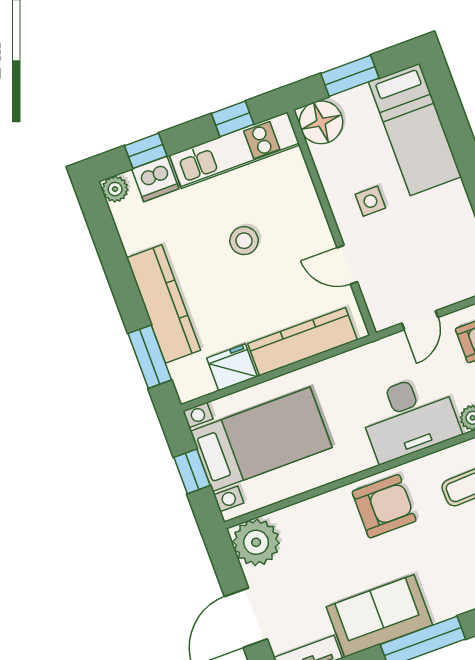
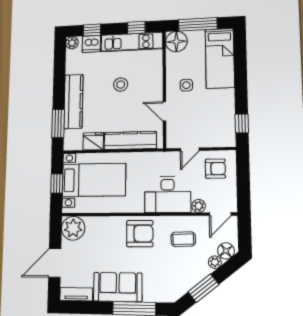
window: (350, 76) -> (198, 24), width x1.44

